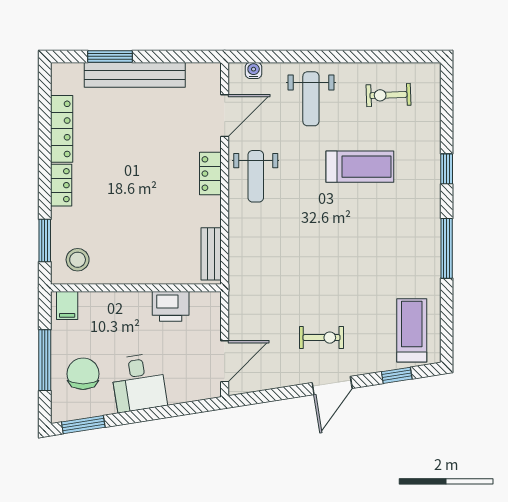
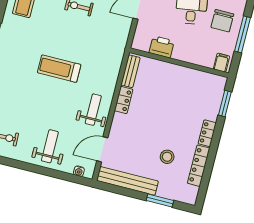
bench: (135, 75) -> (127, 181), moved
treadmill: (360, 167) -> (59, 69), moved
locker: (210, 174) -> (124, 100), moved
stool: (78, 260) -> (167, 157), moved

